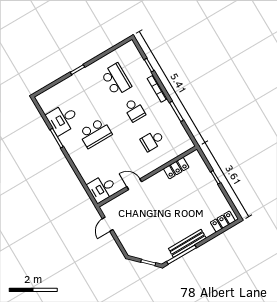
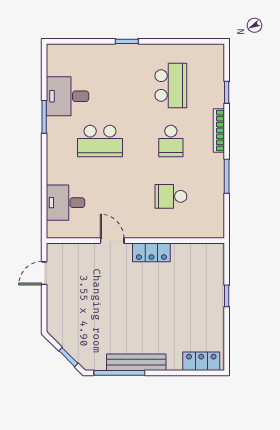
locker: (176, 168) -> (151, 252), moved
desk: (102, 188) -> (65, 203), moved

